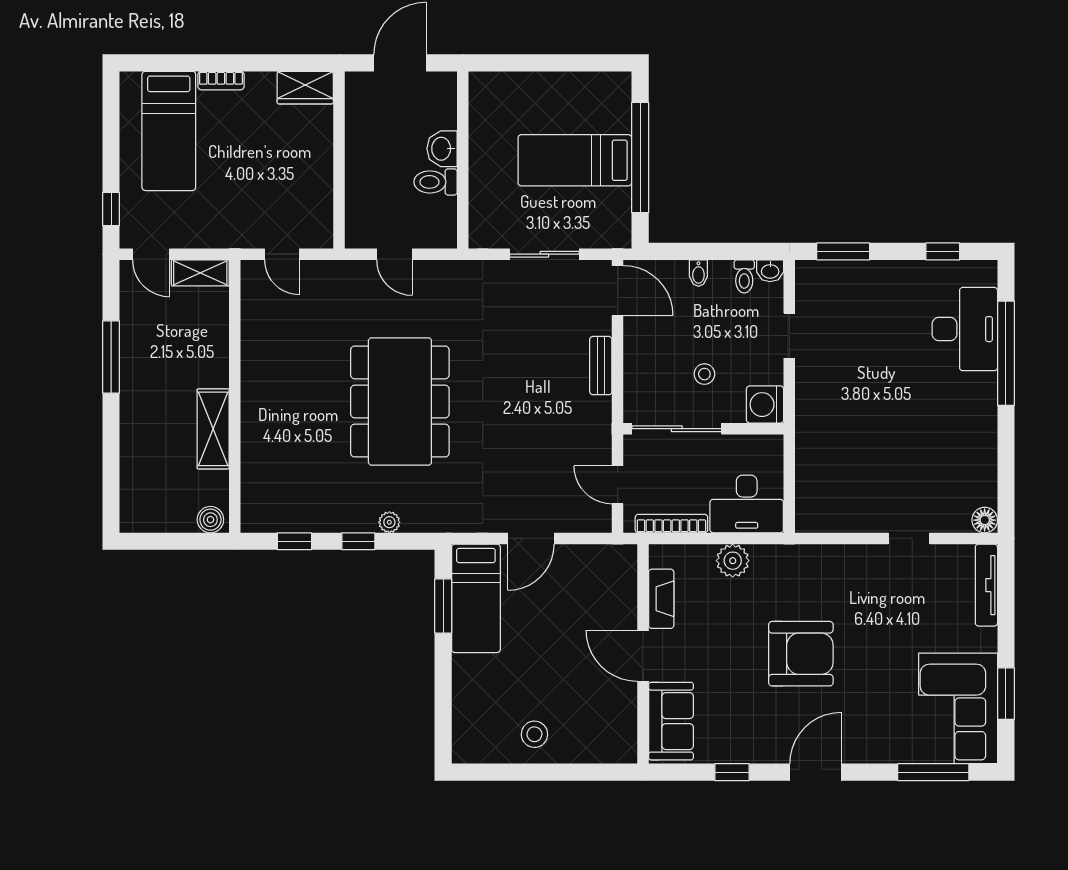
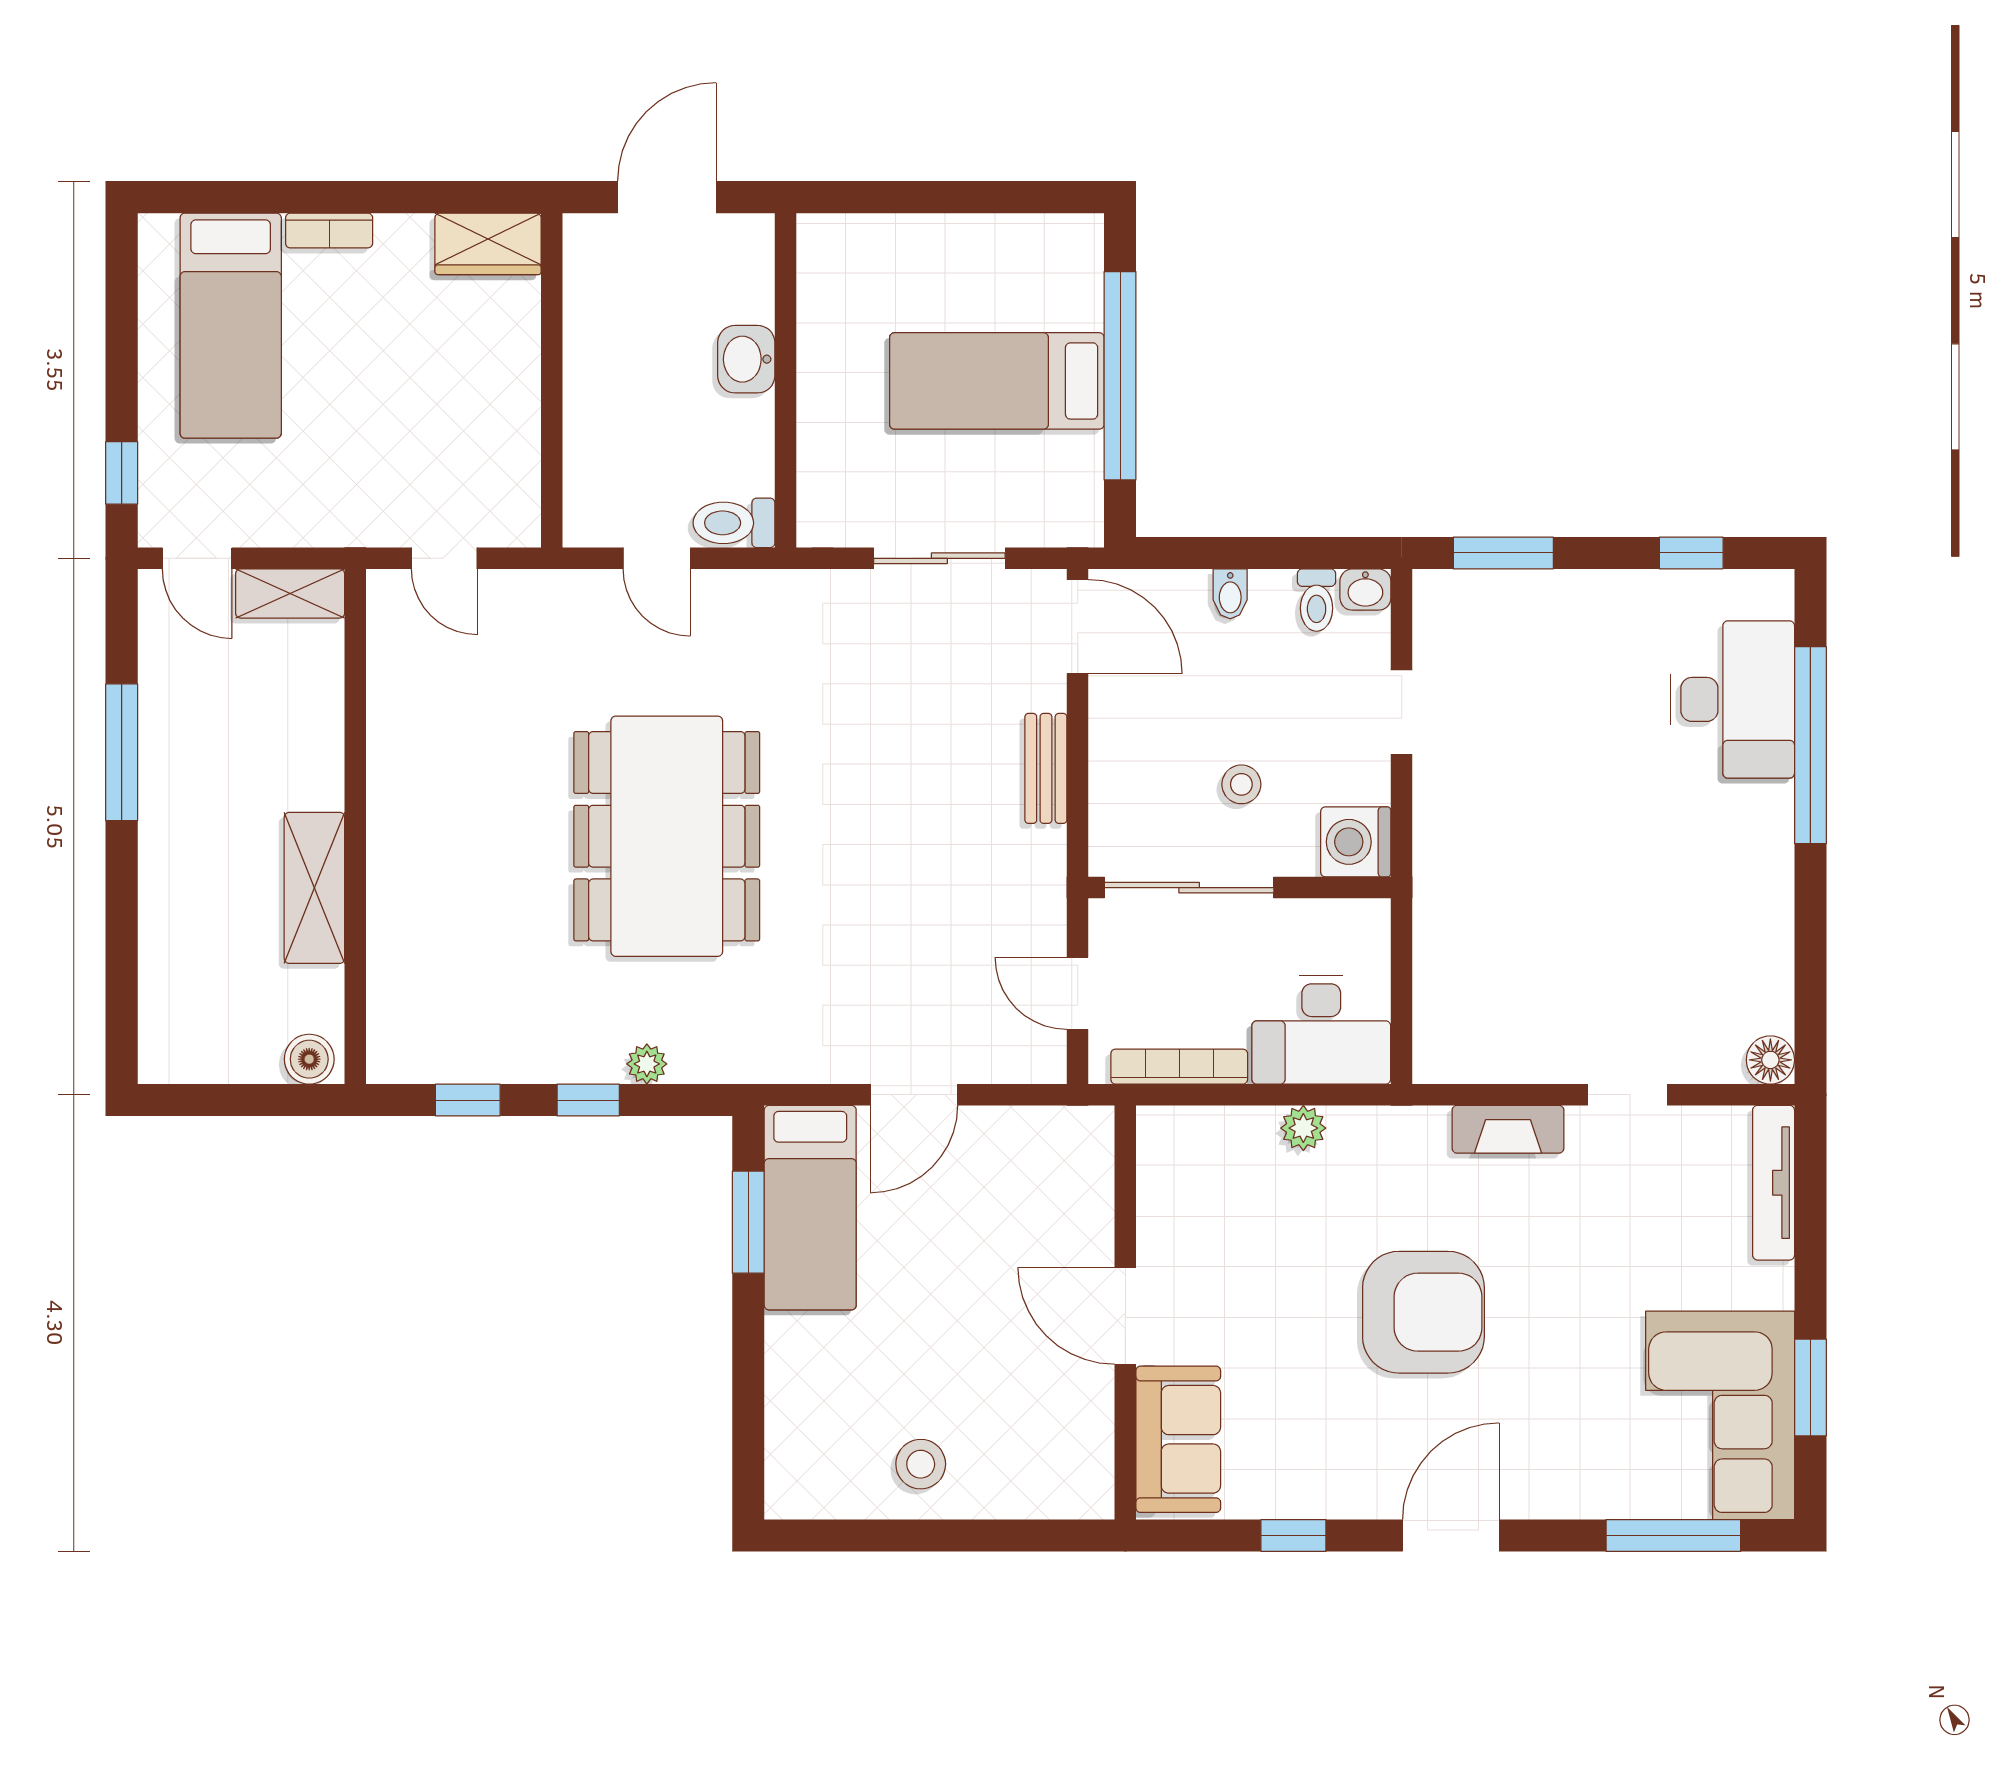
toilet: (436, 182) -> (734, 523), moved
plant: (733, 561) -> (1303, 1128), width x0.73, depth x0.73
fireplace: (661, 599) -> (1508, 1129), moved, turned 90

